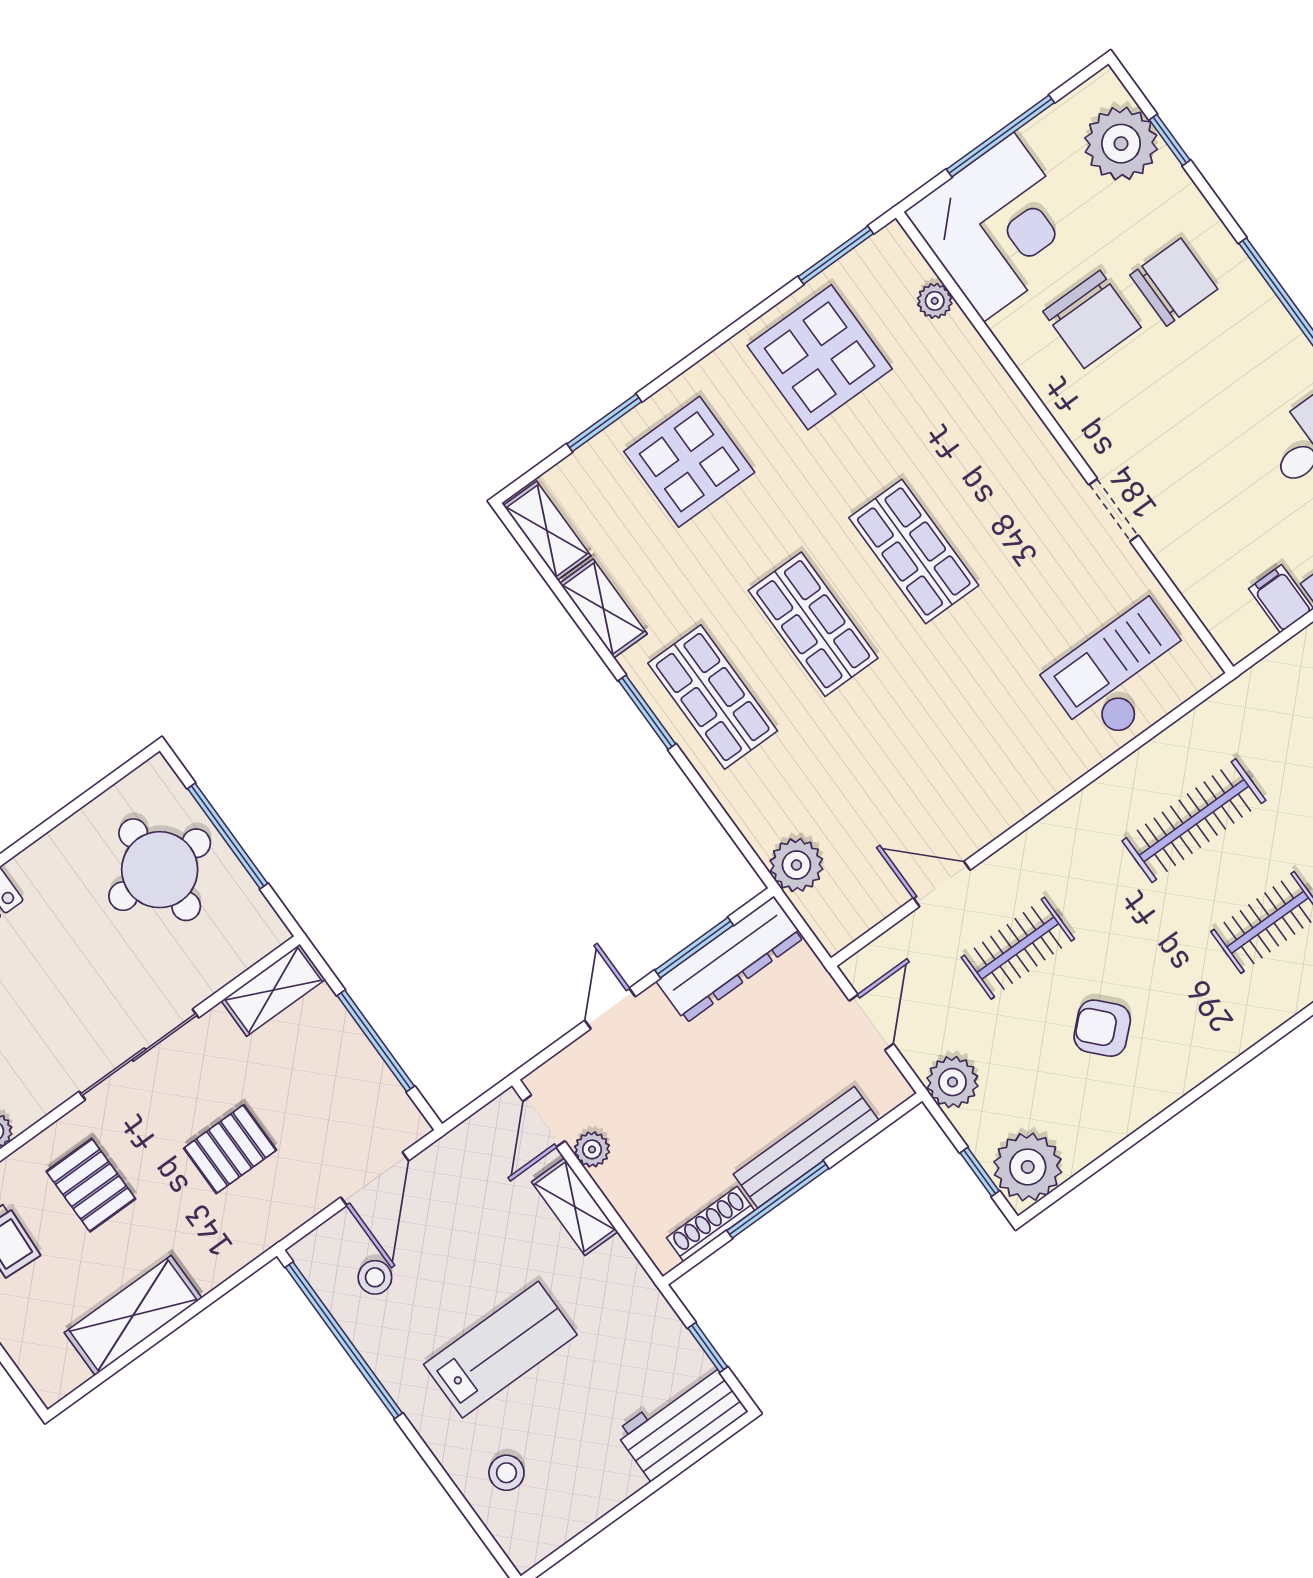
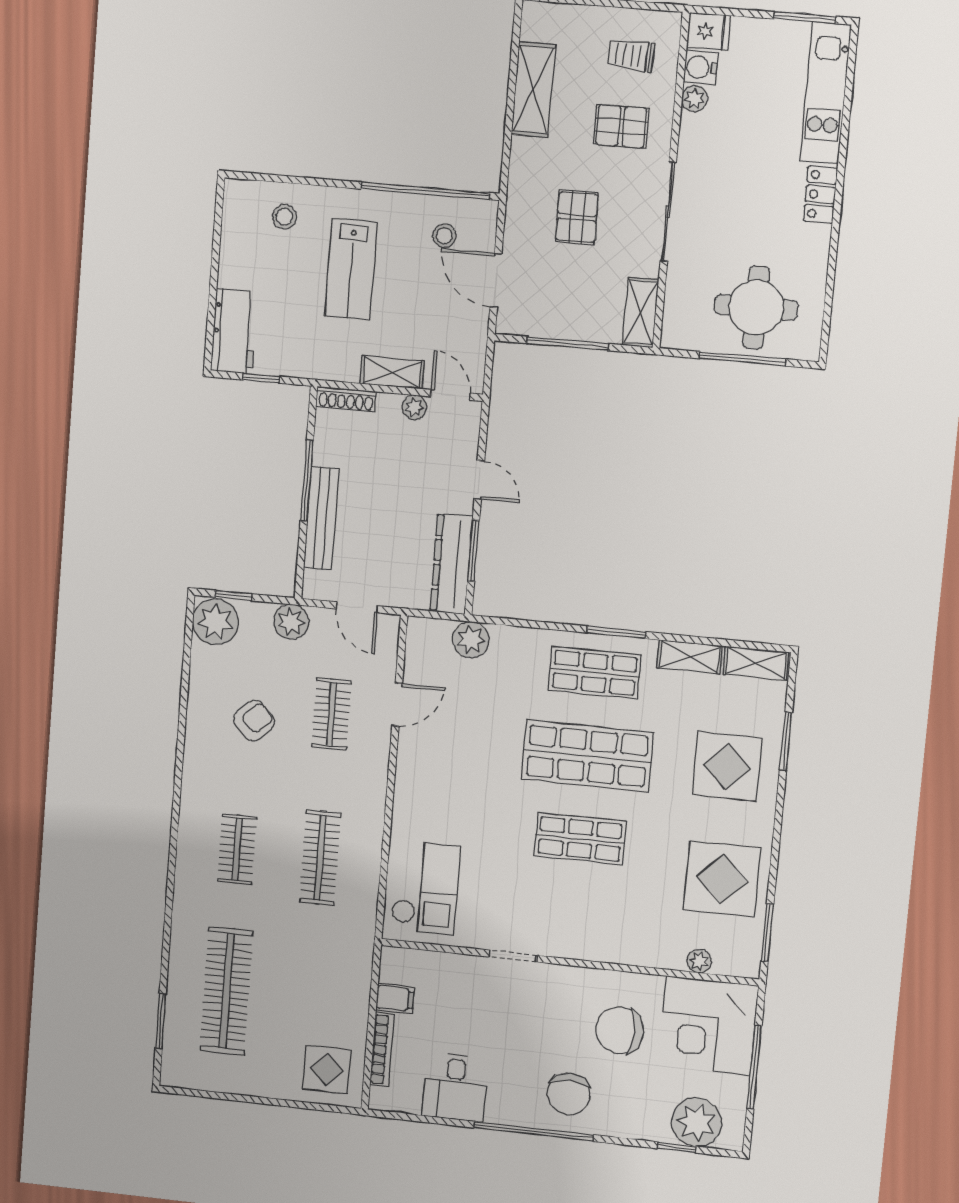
chair: (1174, 282) -> (569, 1094), moved
shop shelf: (813, 624) -> (587, 756), width x1.43, depth x1.36
shoe rack: (710, 1224) -> (346, 399), moved, turned 90

